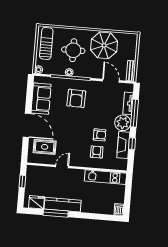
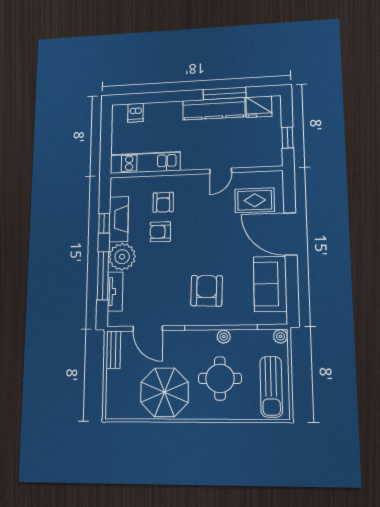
dishwasher: (119, 210) -> (136, 113), moved

